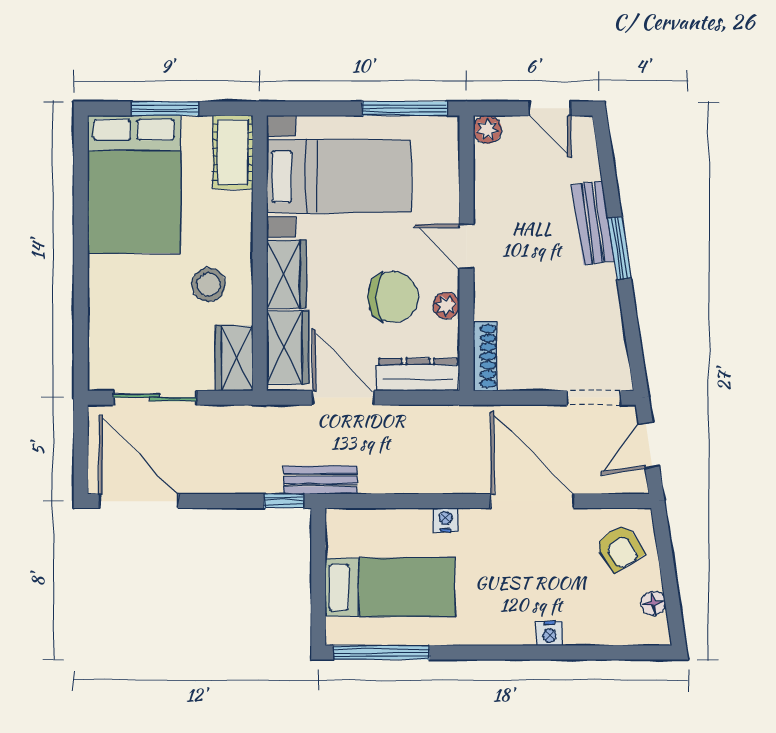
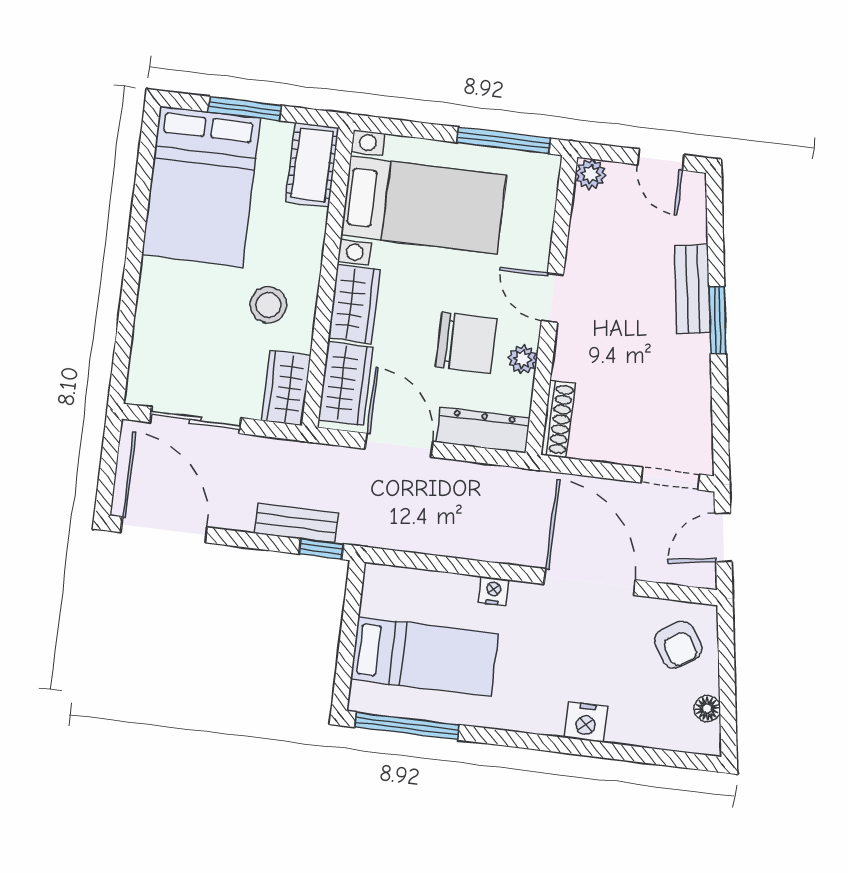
bench: (320, 480) -> (296, 523), moved
nightstand: (549, 633) -> (586, 722), width x1.39, depth x1.35

